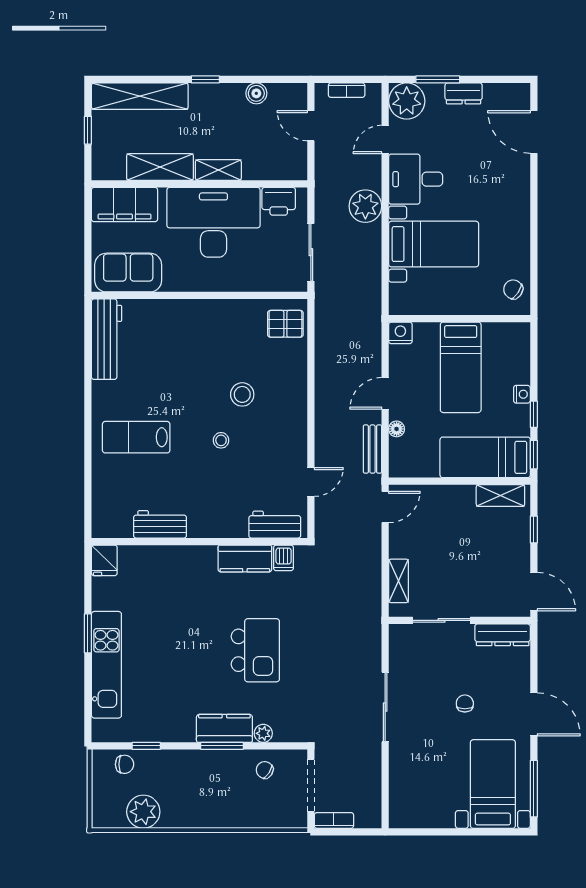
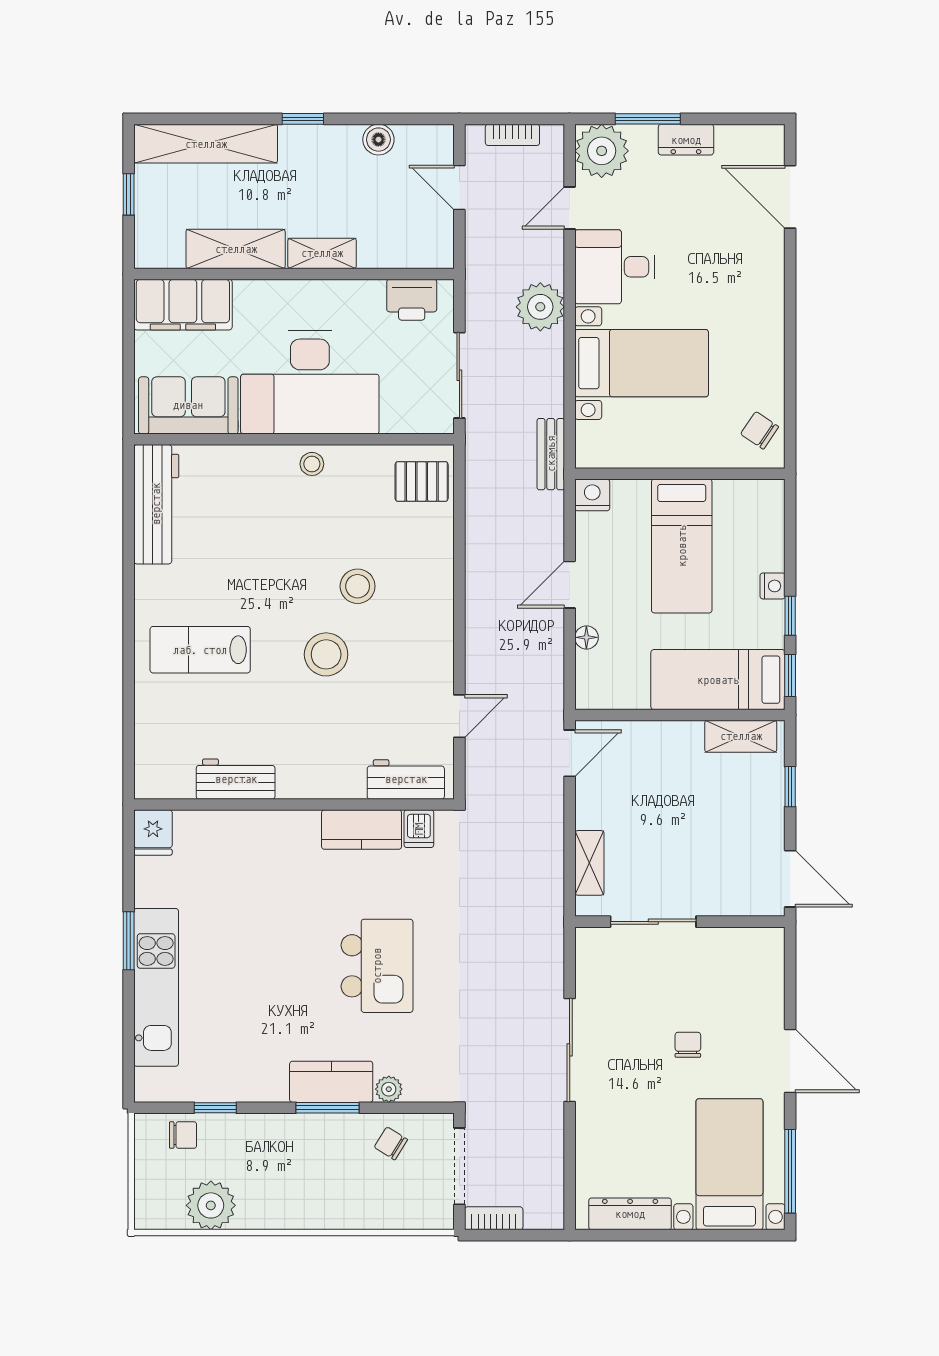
desk: (213, 222) -> (310, 382), moved, turned 180
stool: (211, 312) -> (312, 464), added
stool: (221, 440) -> (326, 654), width x1.89, depth x1.89
bench: (372, 449) -> (551, 454), moved
dresser: (503, 635) -> (630, 1214), moved, turned 180

